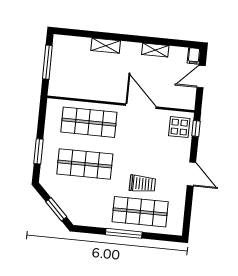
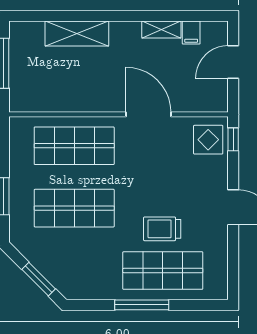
shelving: (106, 46) -> (77, 33), width x1.50, depth x1.33
filing cabinet: (194, 56) -> (191, 32), moved
trolley: (142, 184) -> (162, 229), turned 180

